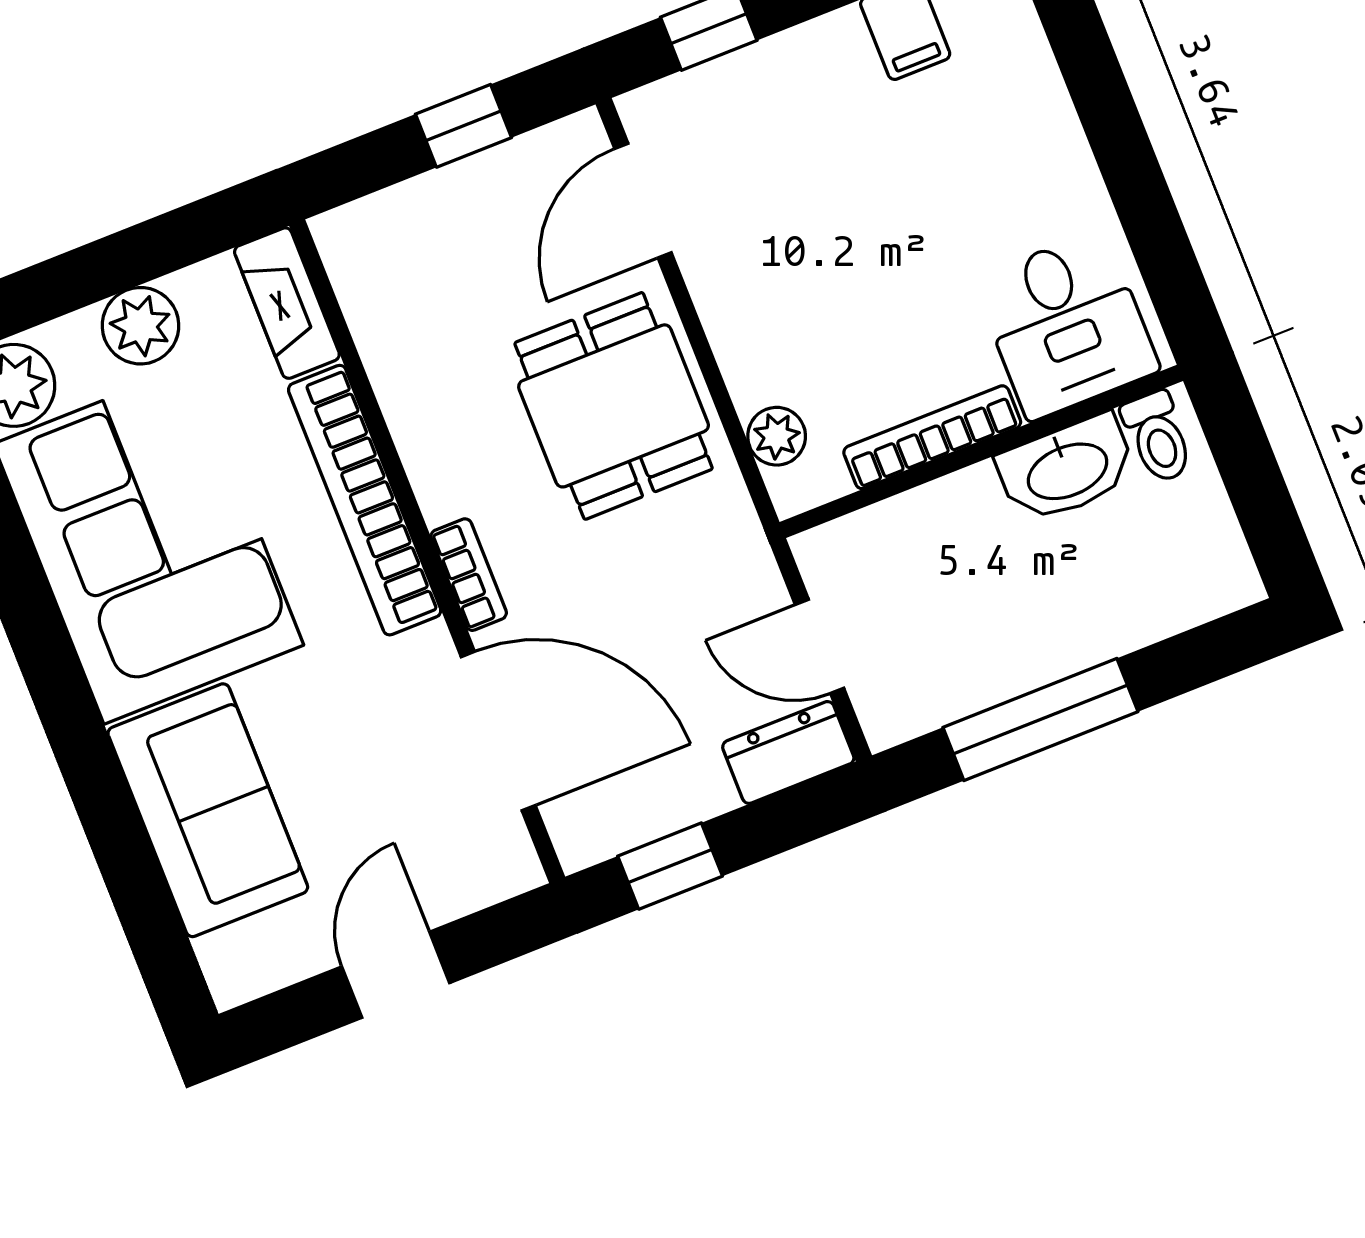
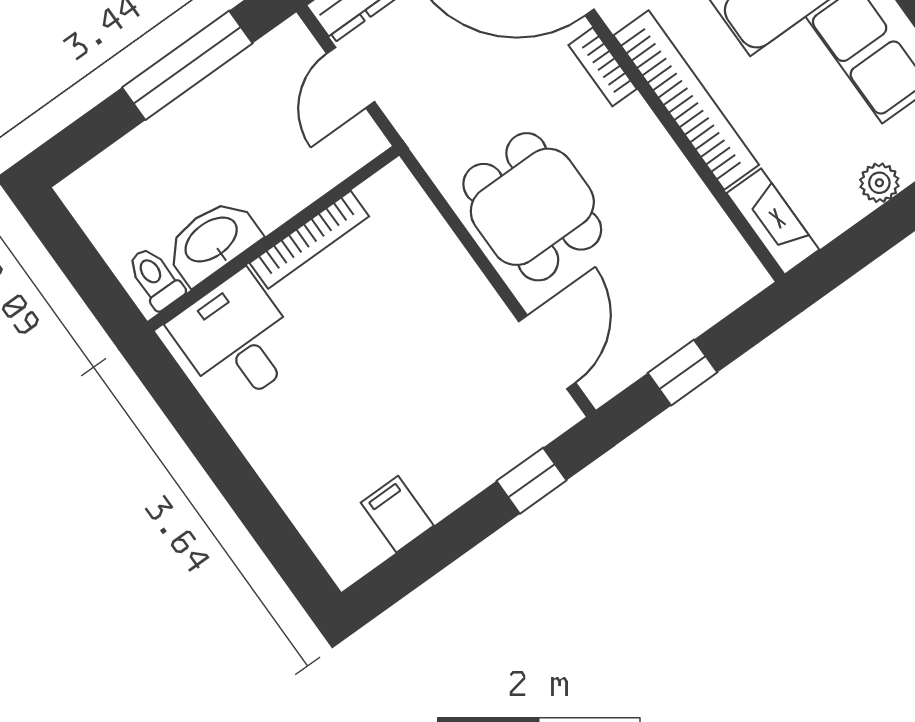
plant: (140, 326) -> (879, 183), width x0.73, depth x0.73
plant: (777, 436) -> (416, 214), removed
door: (820, 646) -> (351, 78), swing flipped

